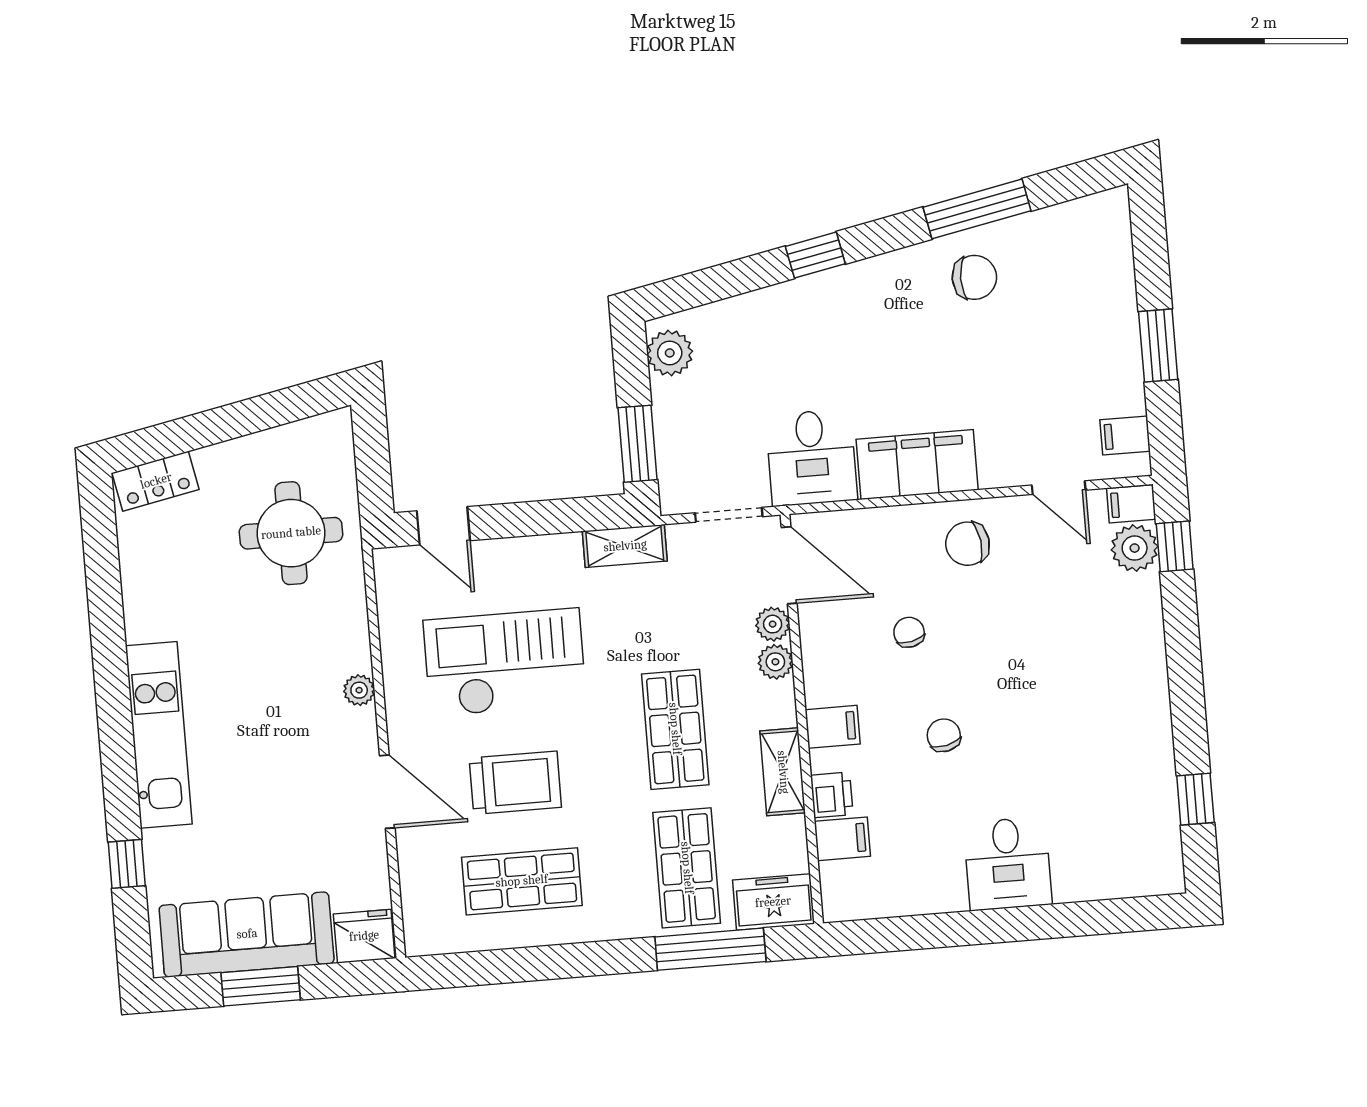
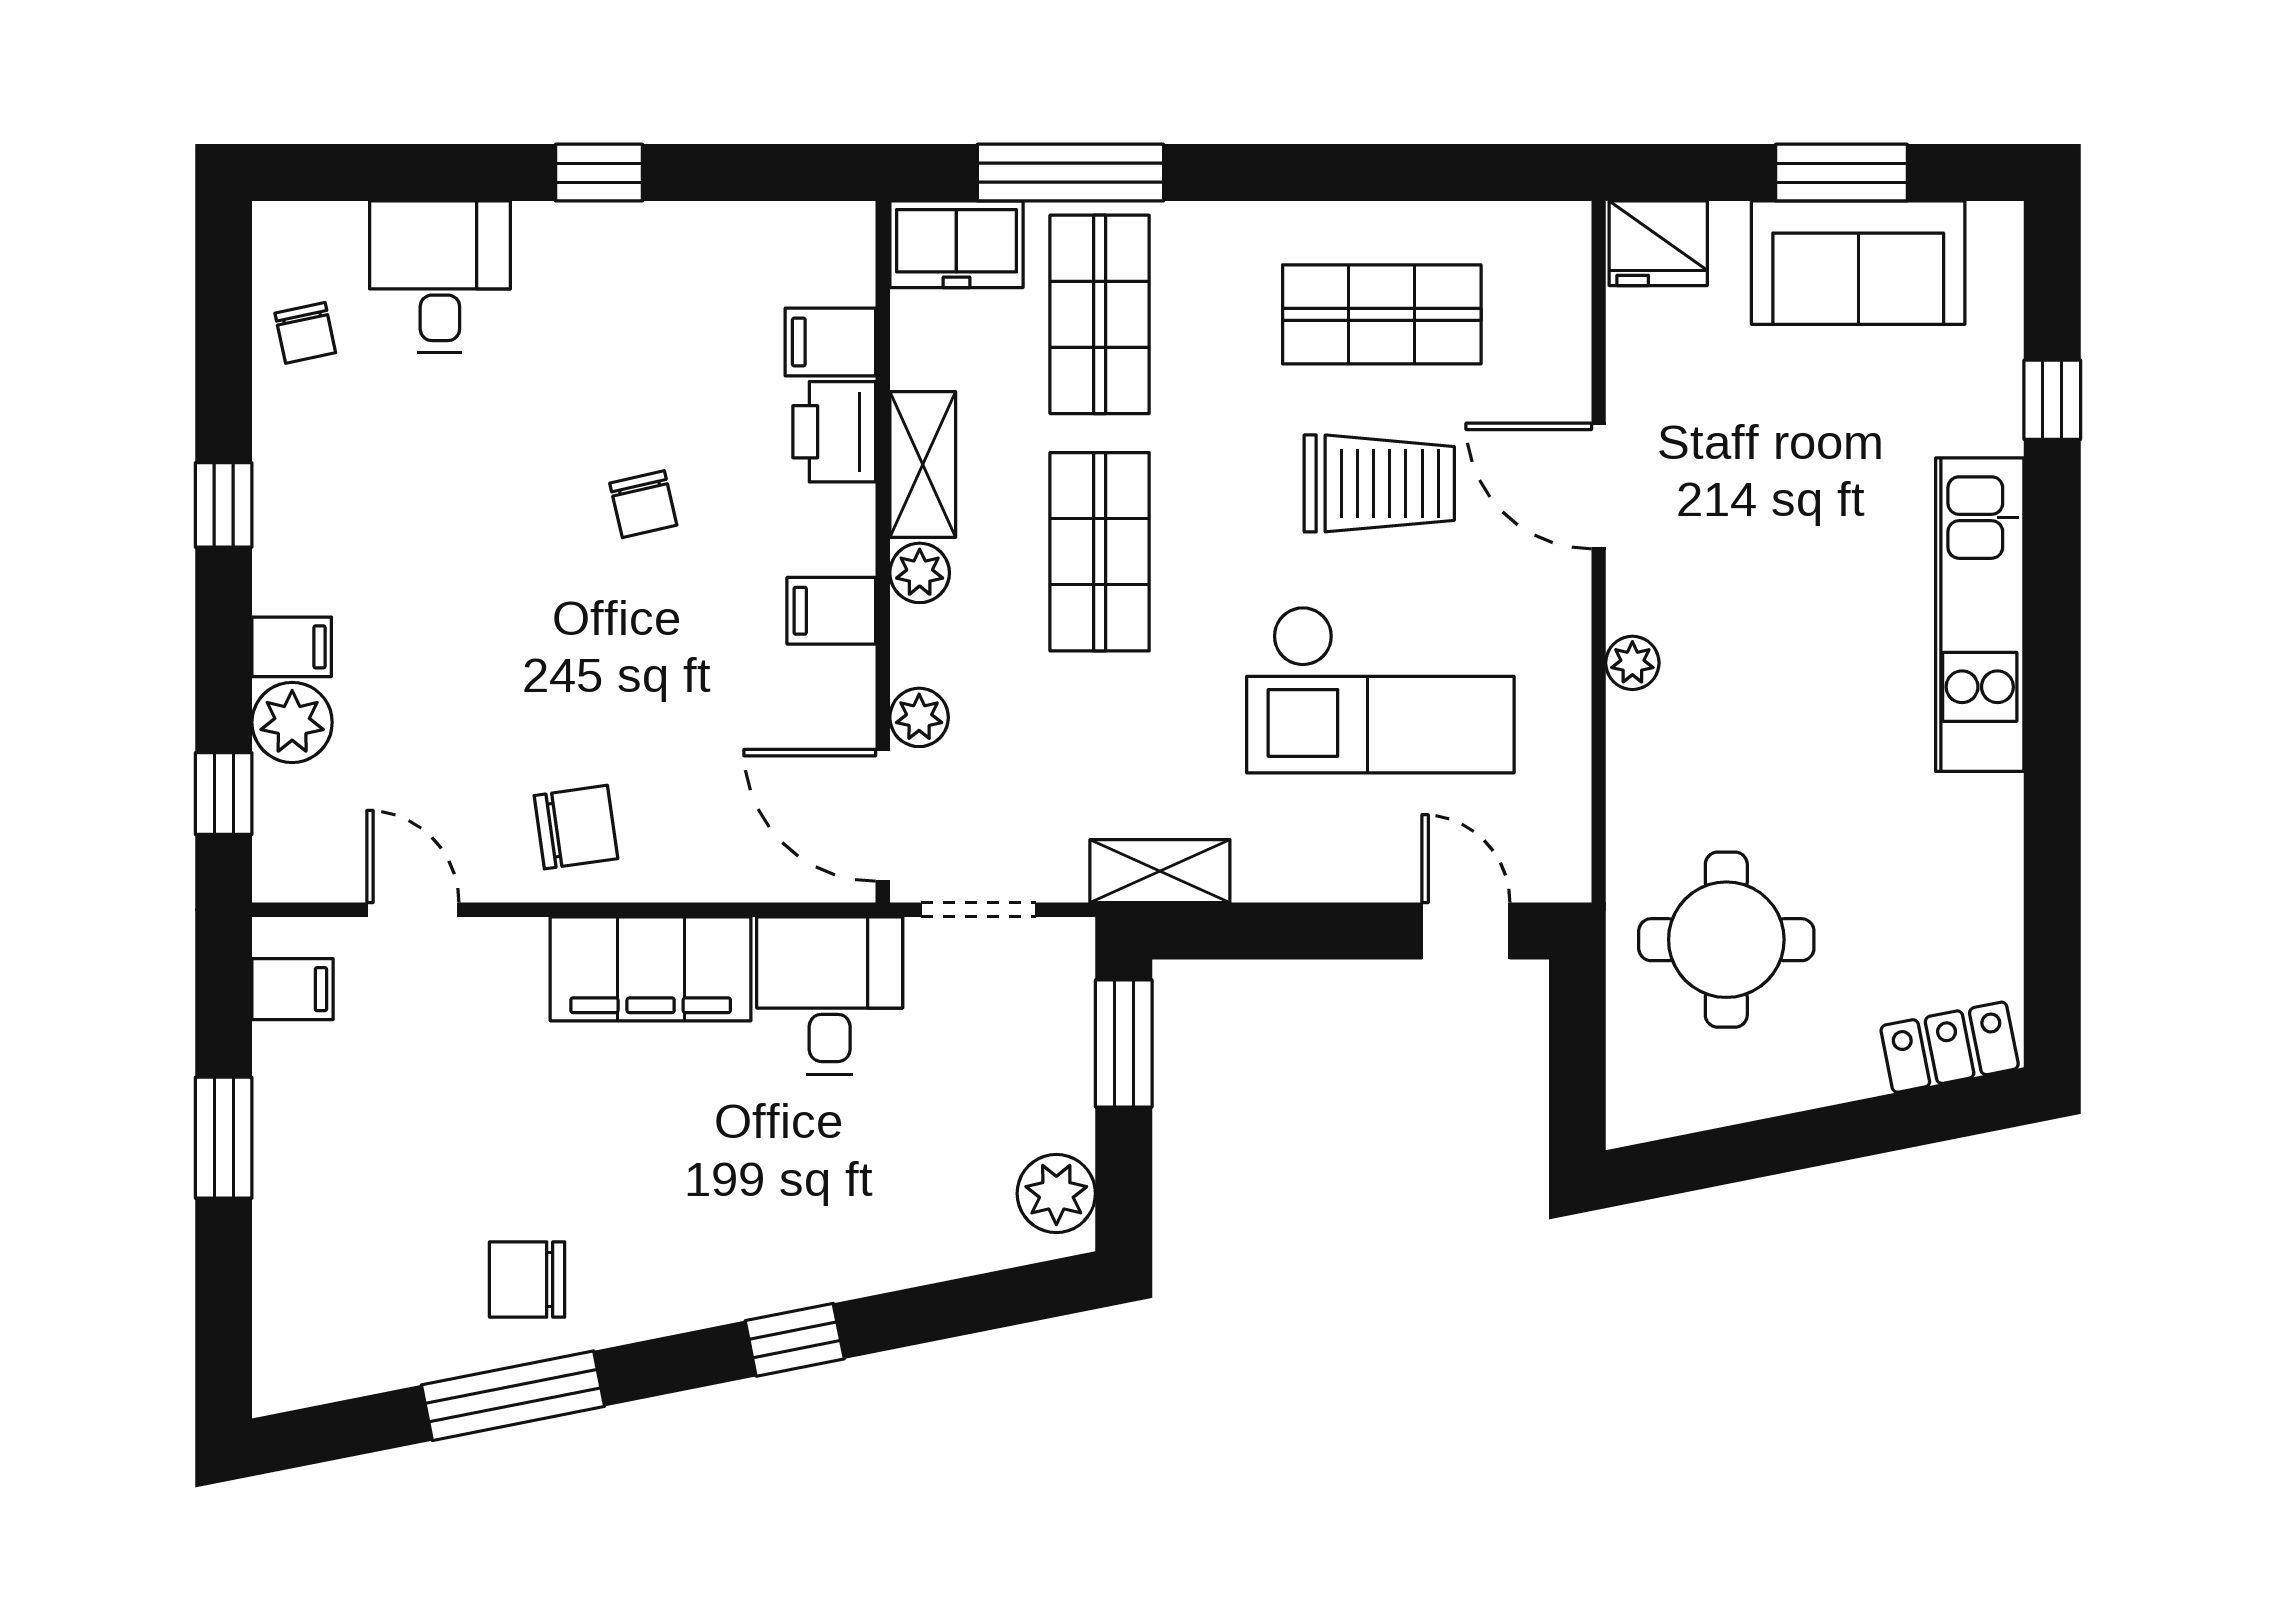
filing cabinet: (1131, 504) -> (292, 647), moved
plant: (1135, 548) -> (292, 722), moved
chair: (909, 632) -> (305, 333), moved
plant: (775, 662) -> (920, 573), moved
filing cabinet: (833, 727) -> (831, 611), moved
trolley: (515, 783) -> (1379, 483), turned 180
printer: (832, 795) -> (834, 432), width x1.36, depth x1.24
window: (1195, 799) -> (224, 505), moved
desk: (1008, 864) -> (440, 277), moved
window: (985, 927) -> (599, 173), added
sofa: (247, 934) -> (1858, 263), width x0.73

